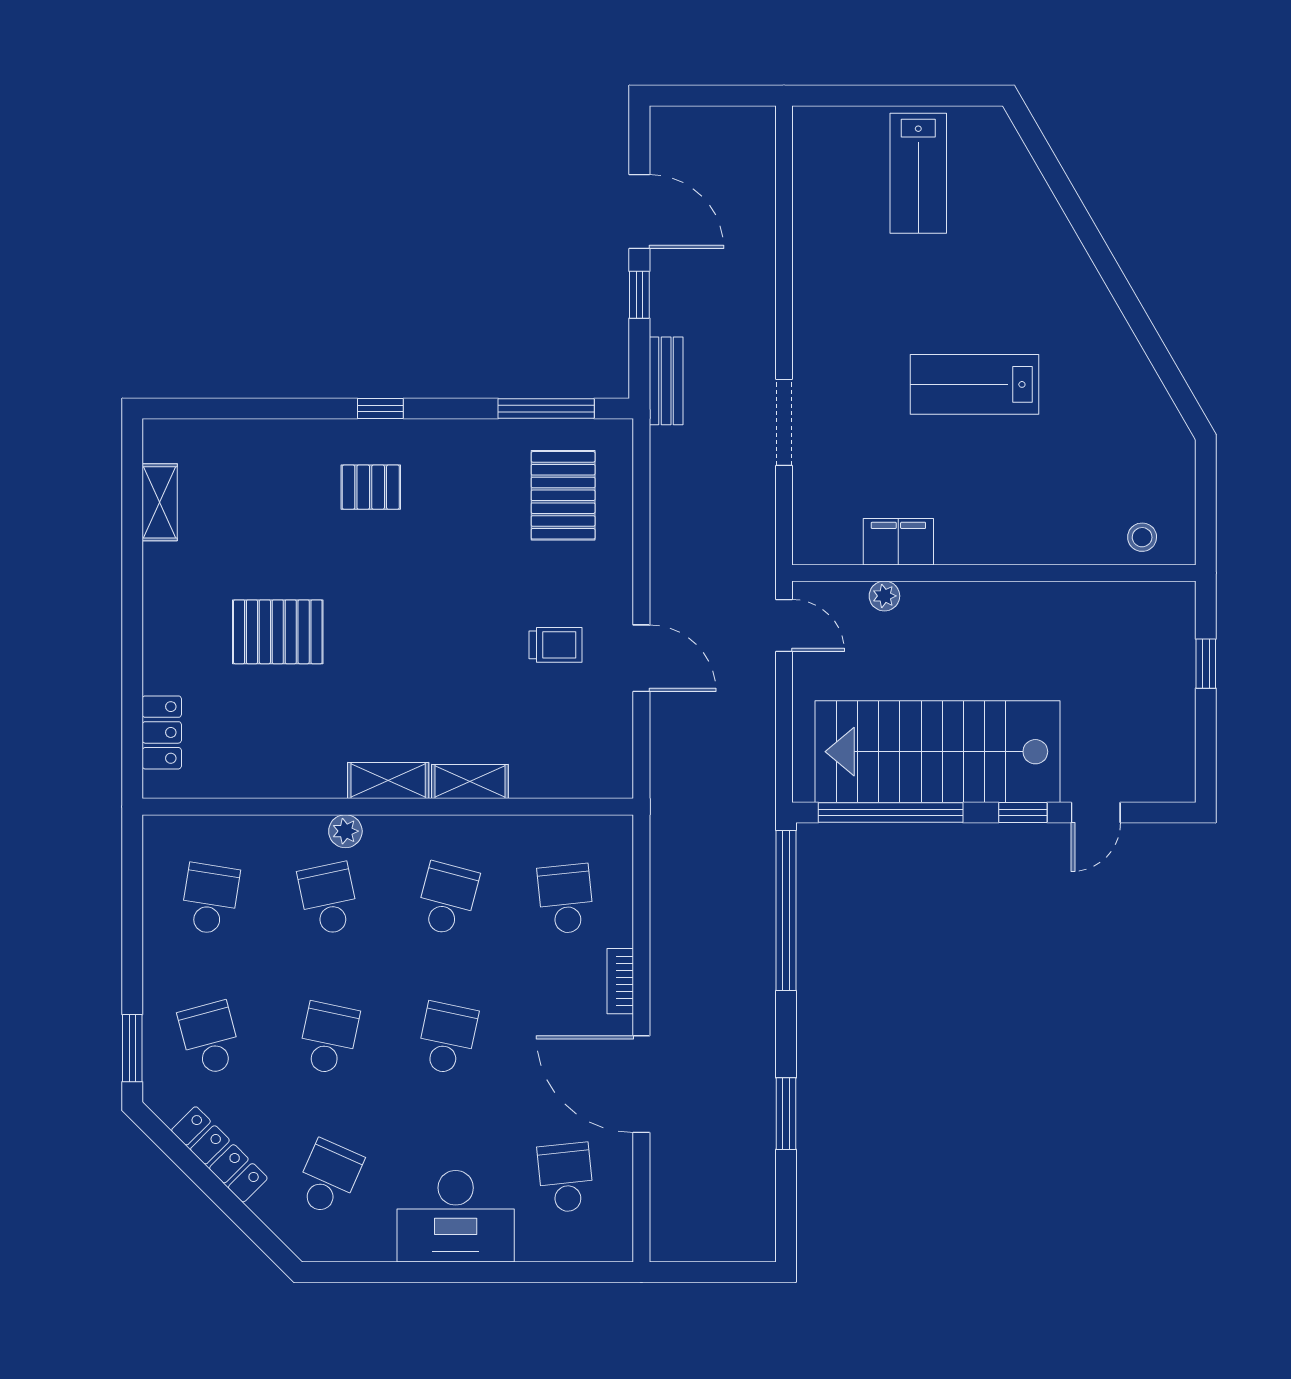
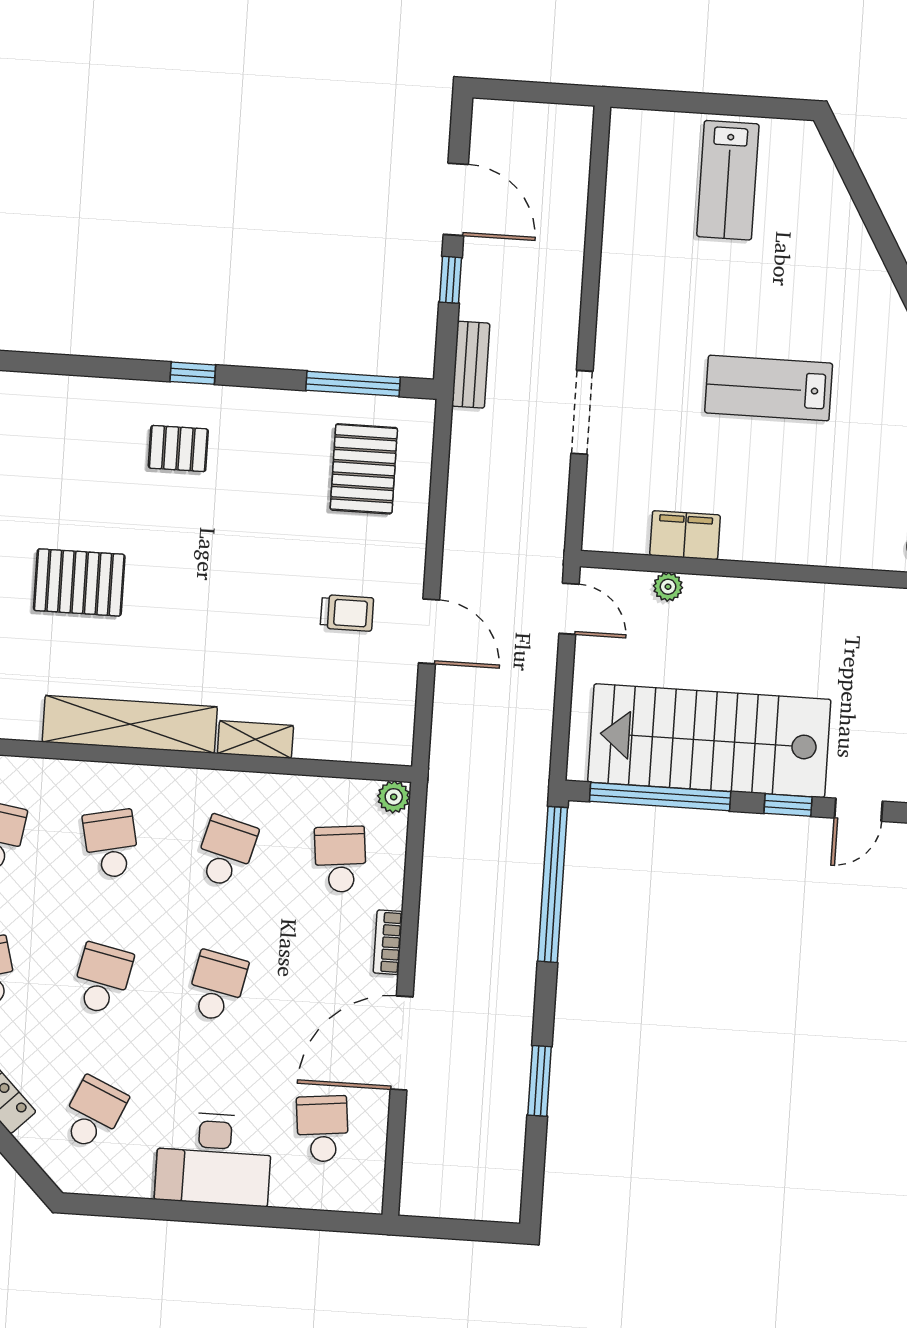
shelving: (388, 781) -> (130, 724), width x2.20, depth x1.33
plant: (345, 831) -> (394, 797), moved
door: (641, 1084) -> (402, 1043), hinge flipped

